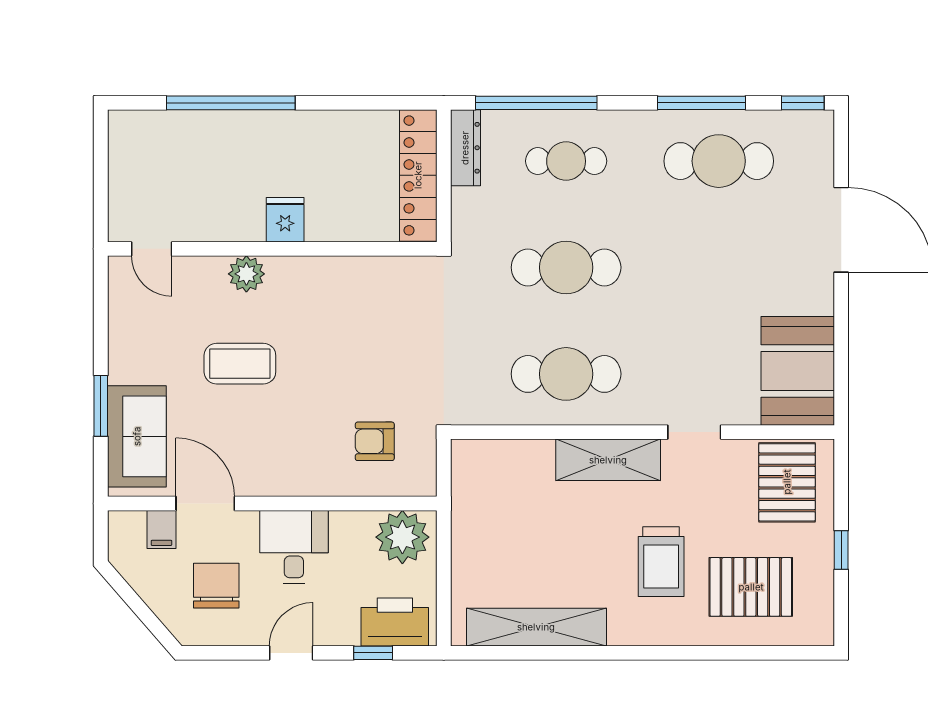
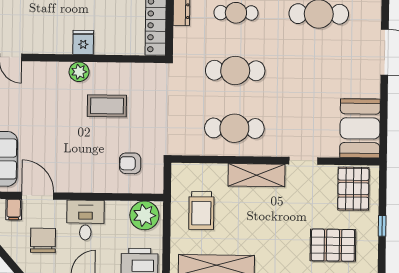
plant: (246, 274) -> (79, 72), moved
coffee table: (240, 364) -> (107, 106), moved
trolley: (661, 562) -> (201, 210), moved

